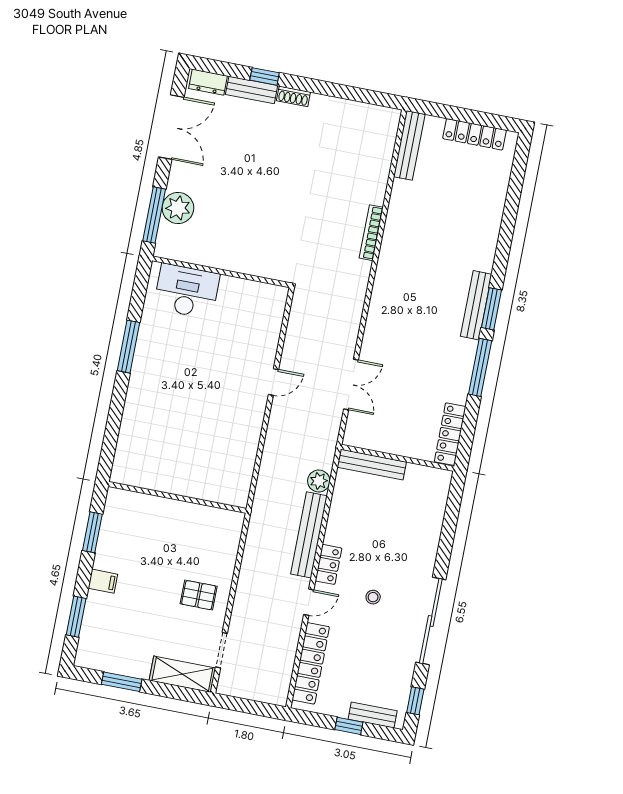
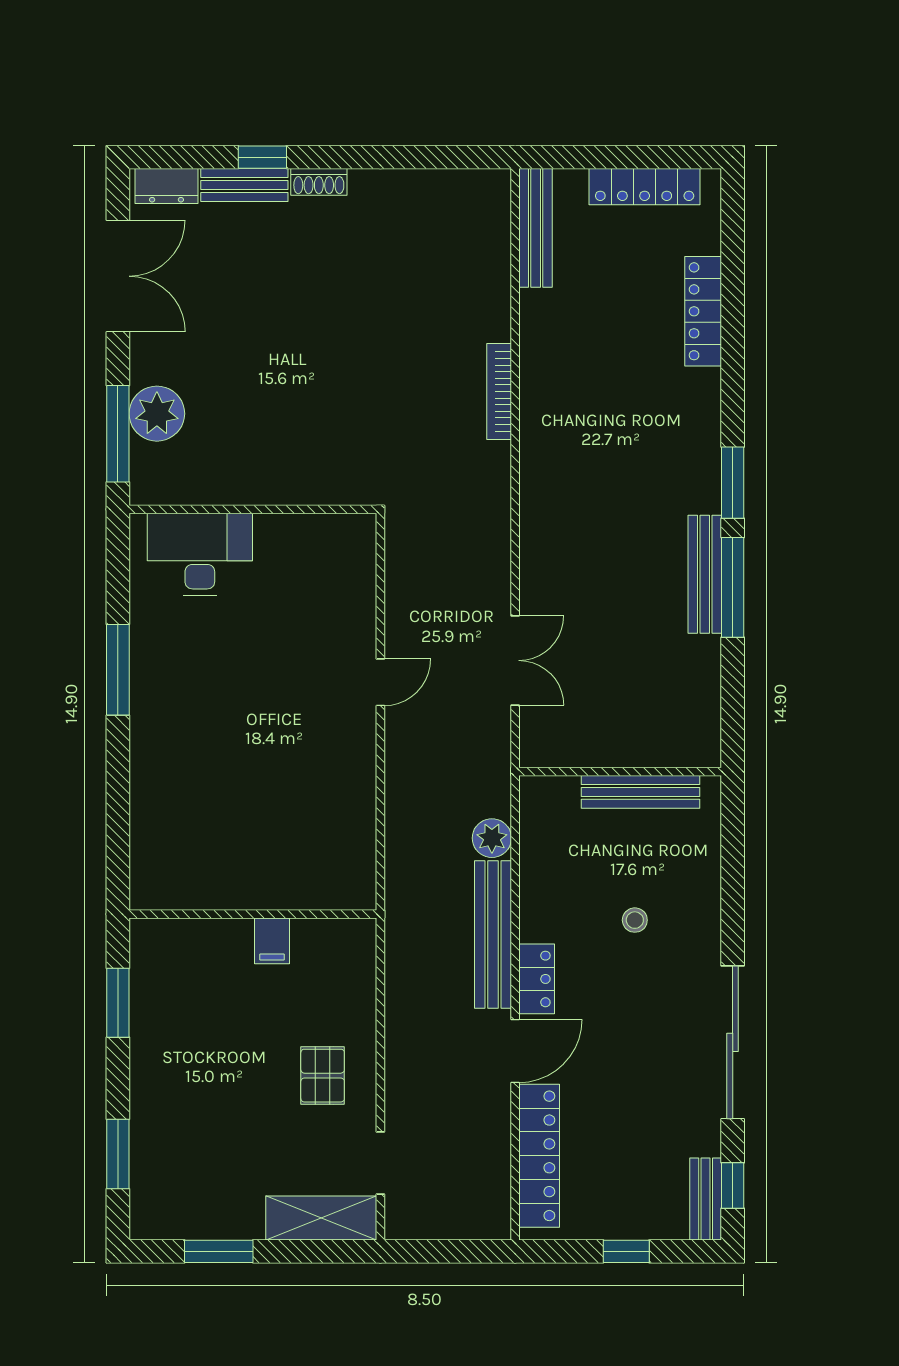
bench: (476, 305) -> (705, 574), moved
locker: (450, 434) -> (703, 311), moved
bench: (372, 465) -> (641, 792), moved
filing cabinet: (103, 581) -> (272, 941), moved, turned 90
pallet: (199, 595) -> (323, 1076), turned 90
stool: (373, 597) -> (635, 920), moved
door: (309, 602) -> (515, 1051), width x1.37
bench: (373, 715) -> (706, 1199), moved, turned 90

